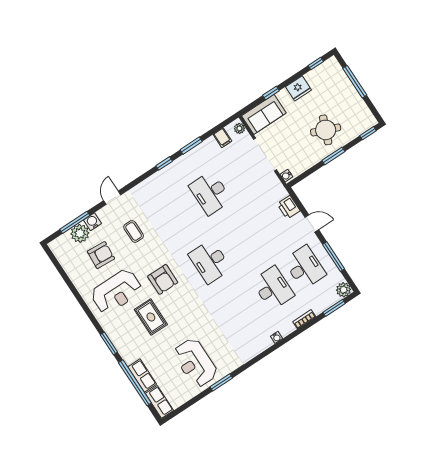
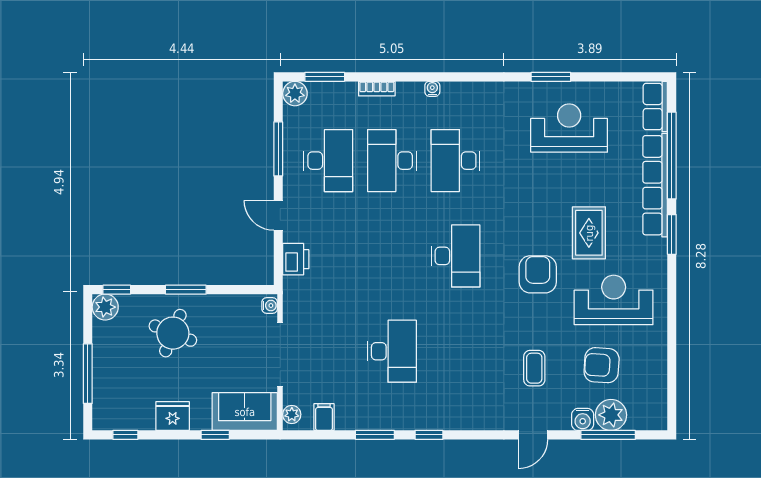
plant: (368, 121) -> (105, 307), added
desk: (305, 267) -> (328, 161), turned 180
desk: (241, 309) -> (456, 161), added
reception desk: (195, 363) -> (569, 128), turned -90
row of seats: (142, 376) -> (655, 185), width x2.02

